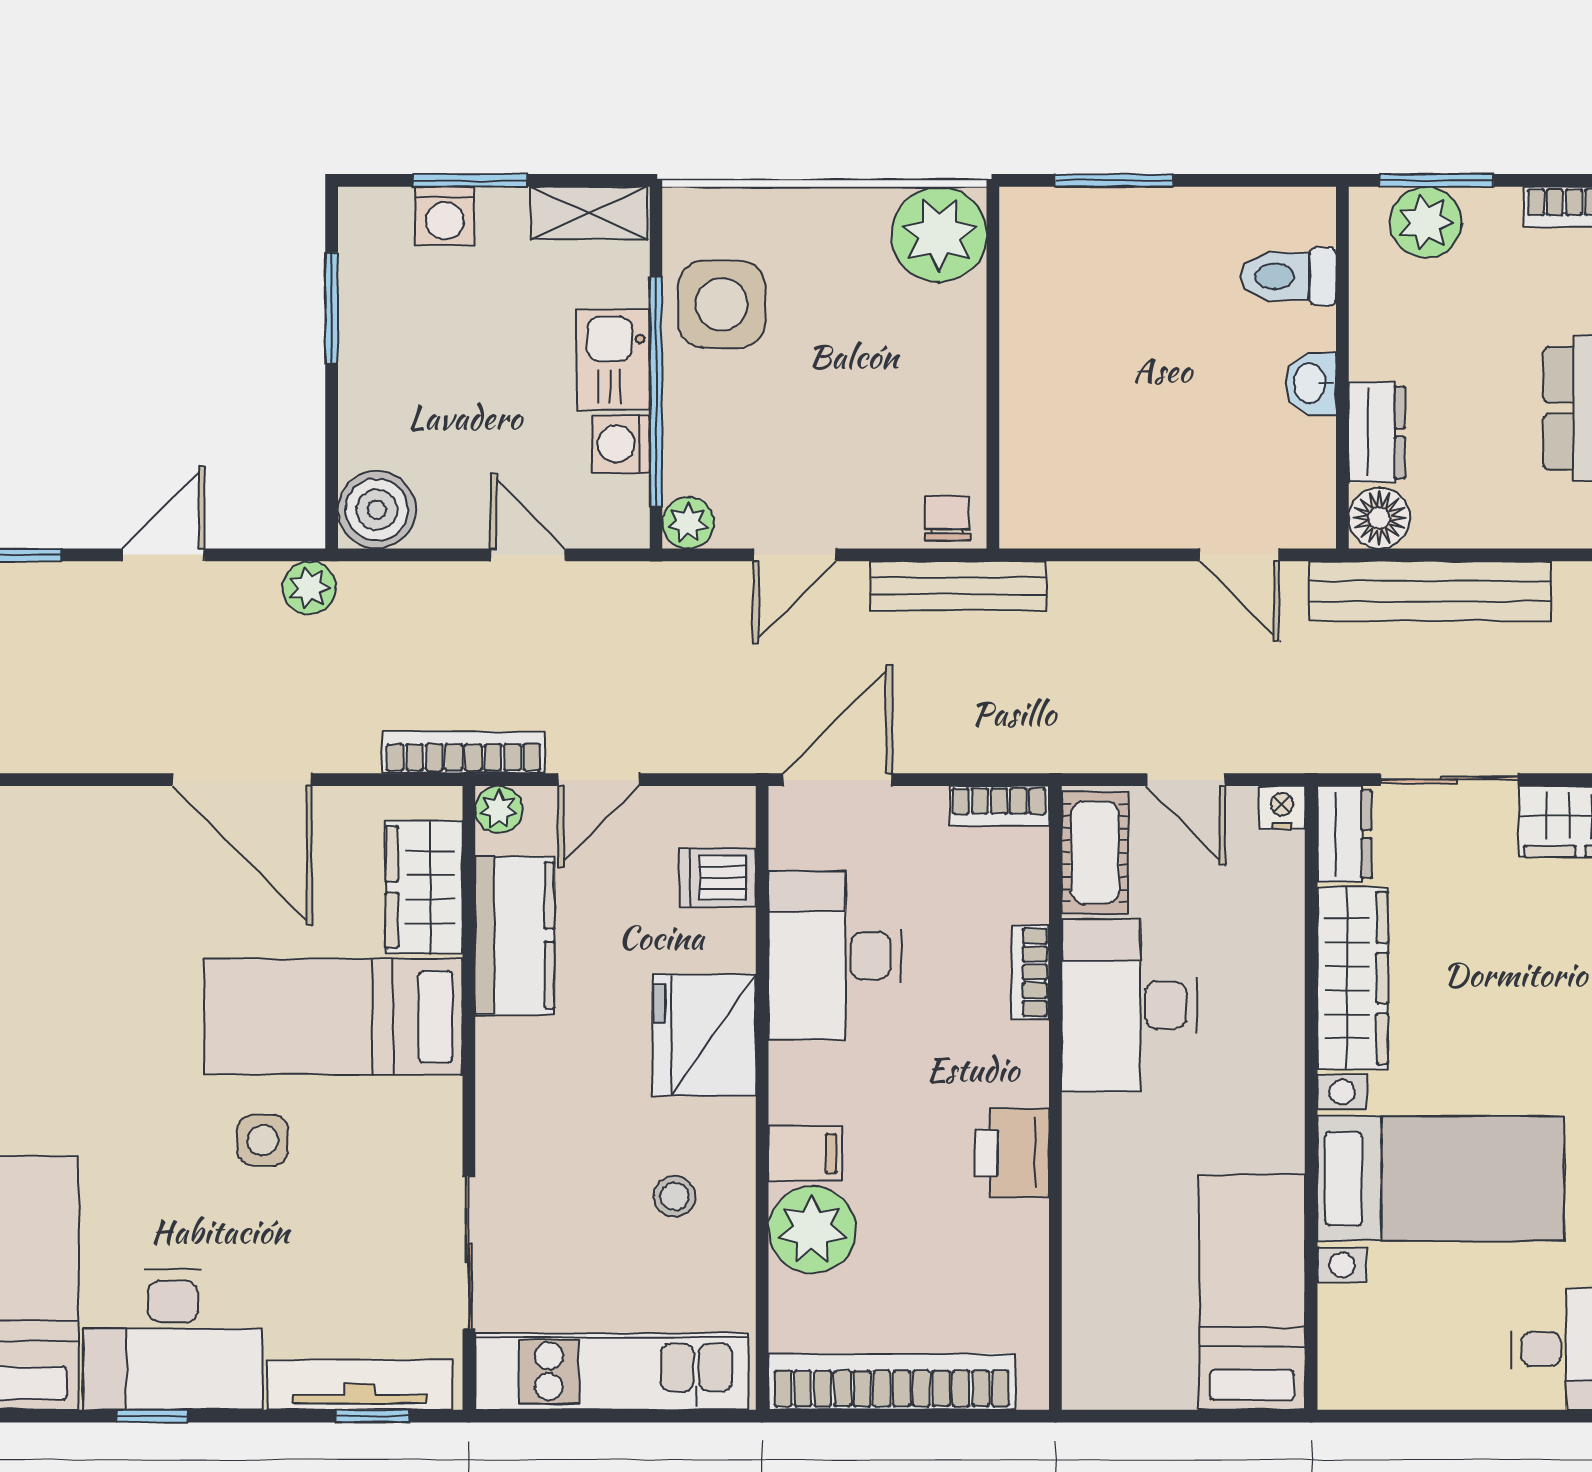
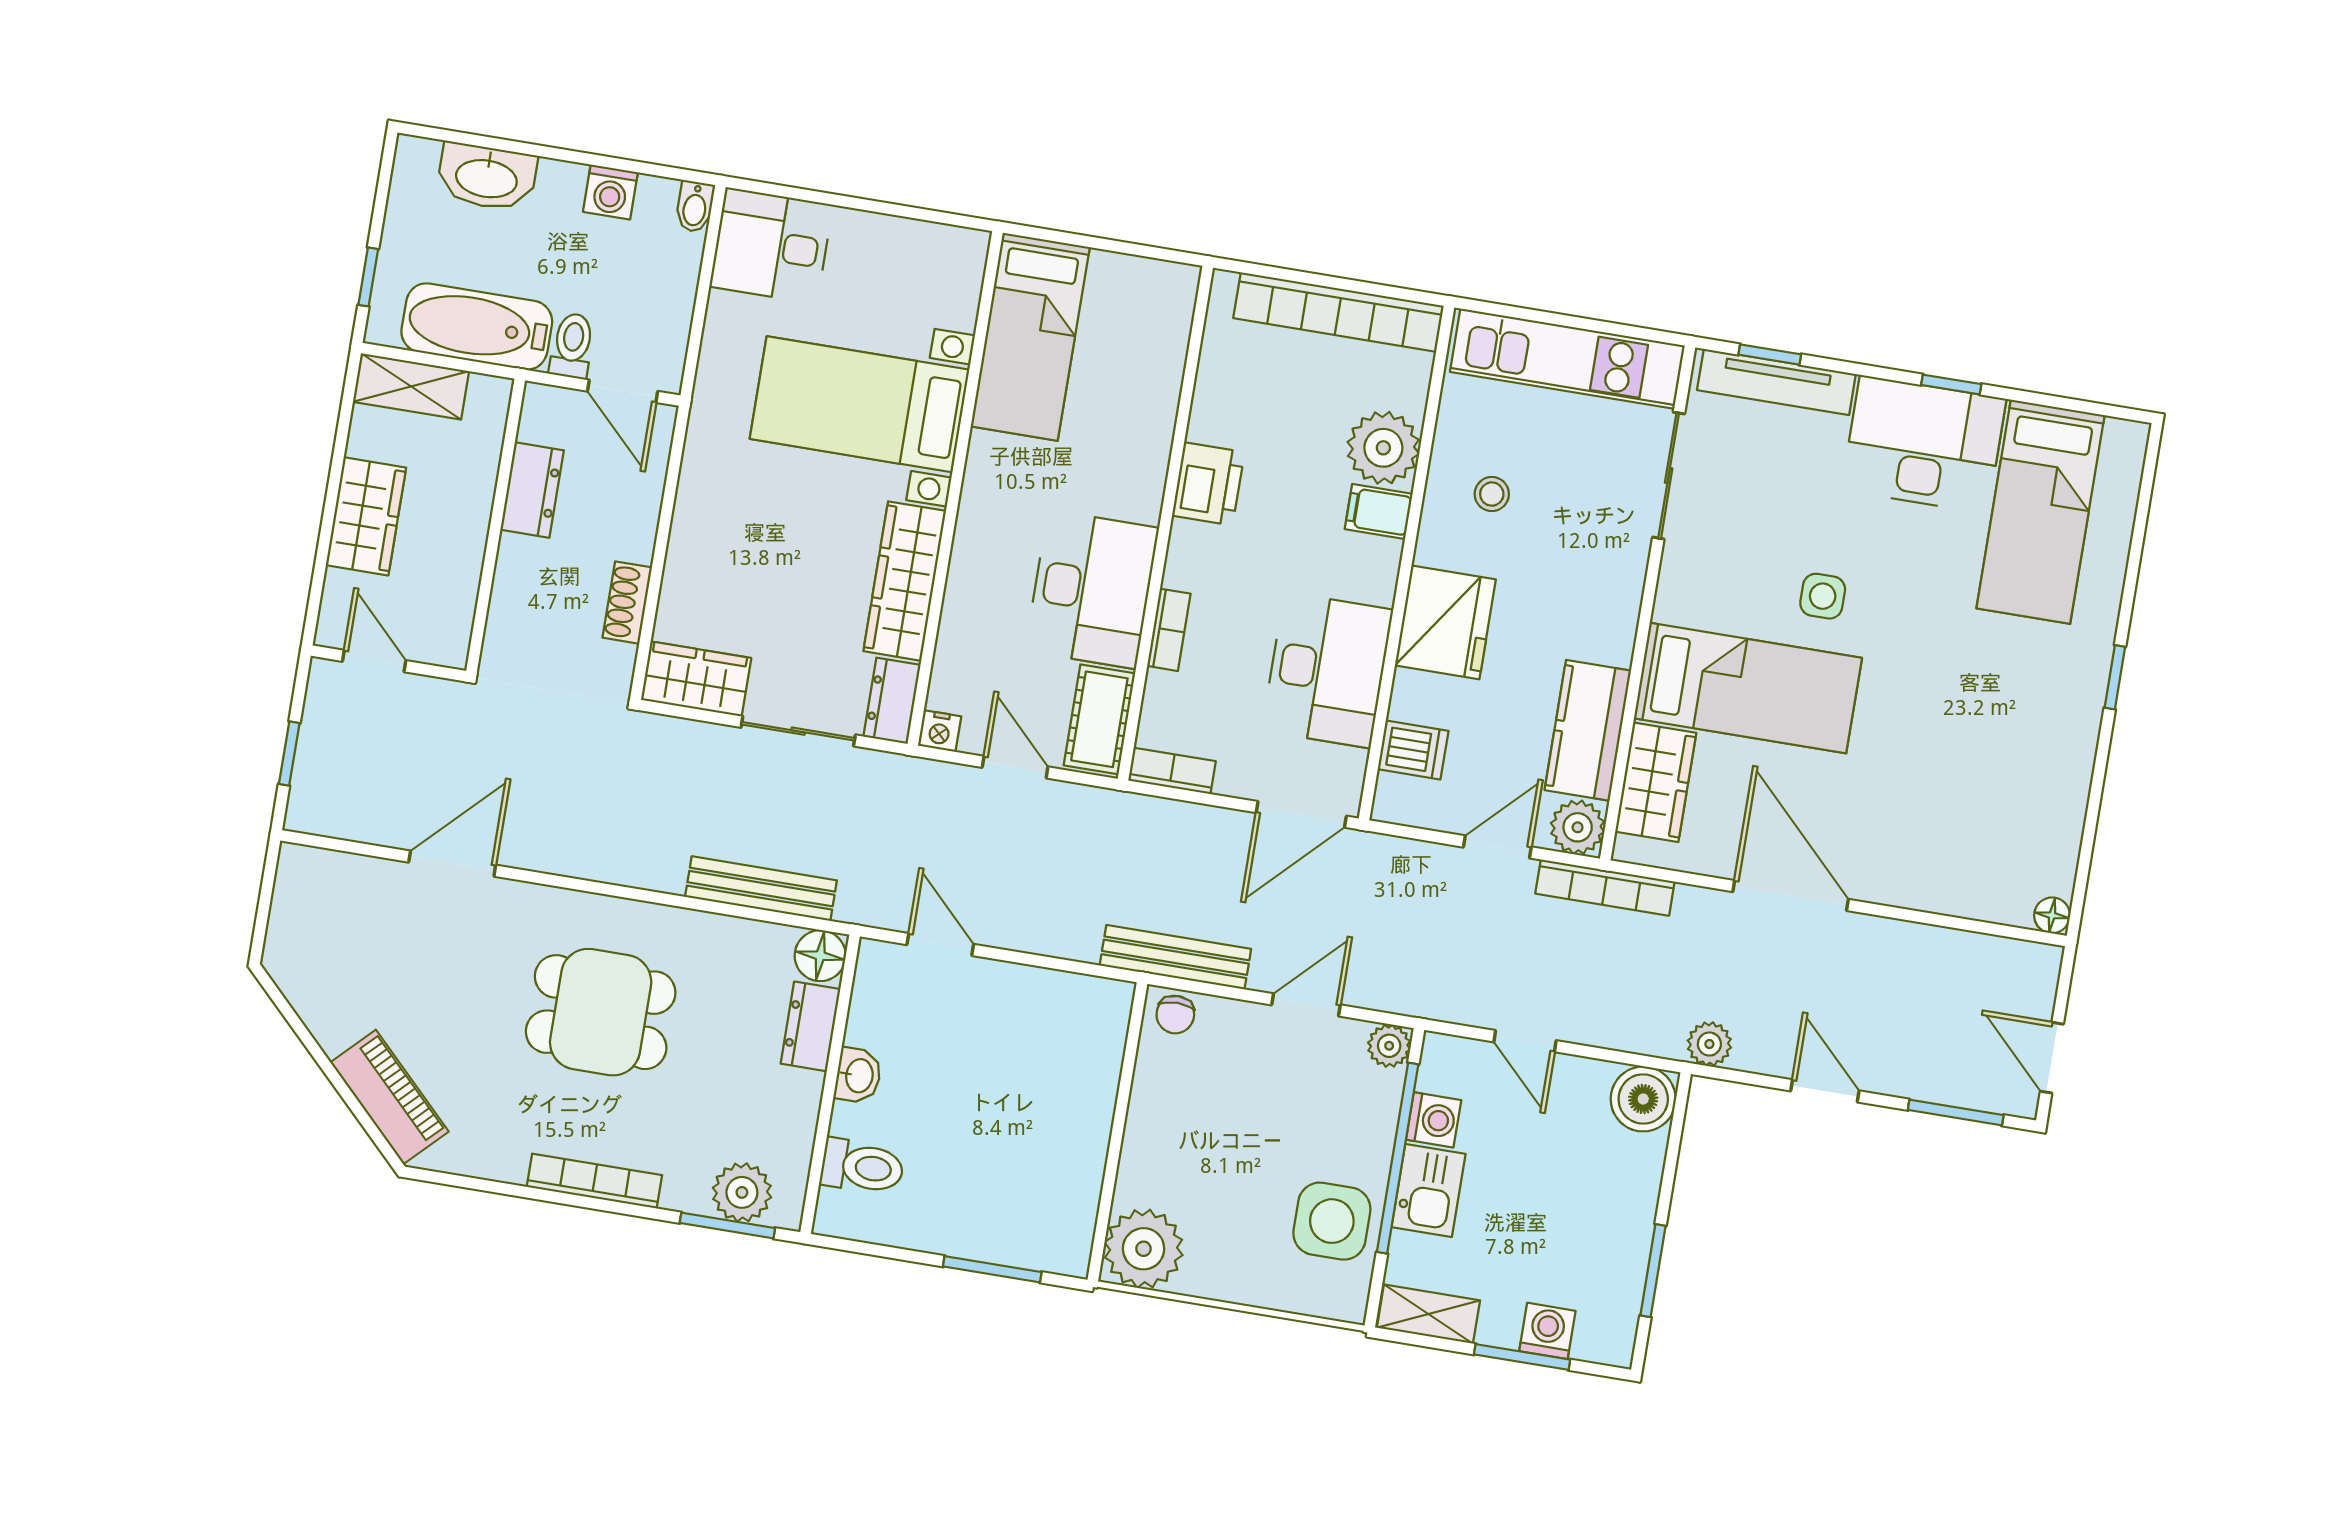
door: (163, 555) -> (1825, 1091), swing flipped
bench: (1430, 591) -> (761, 889), width x0.73, depth x0.82
plant: (499, 810) -> (1578, 827), width x1.38, depth x1.38

